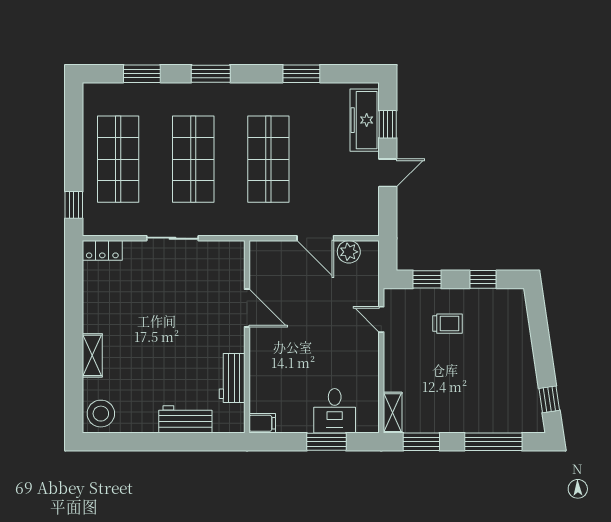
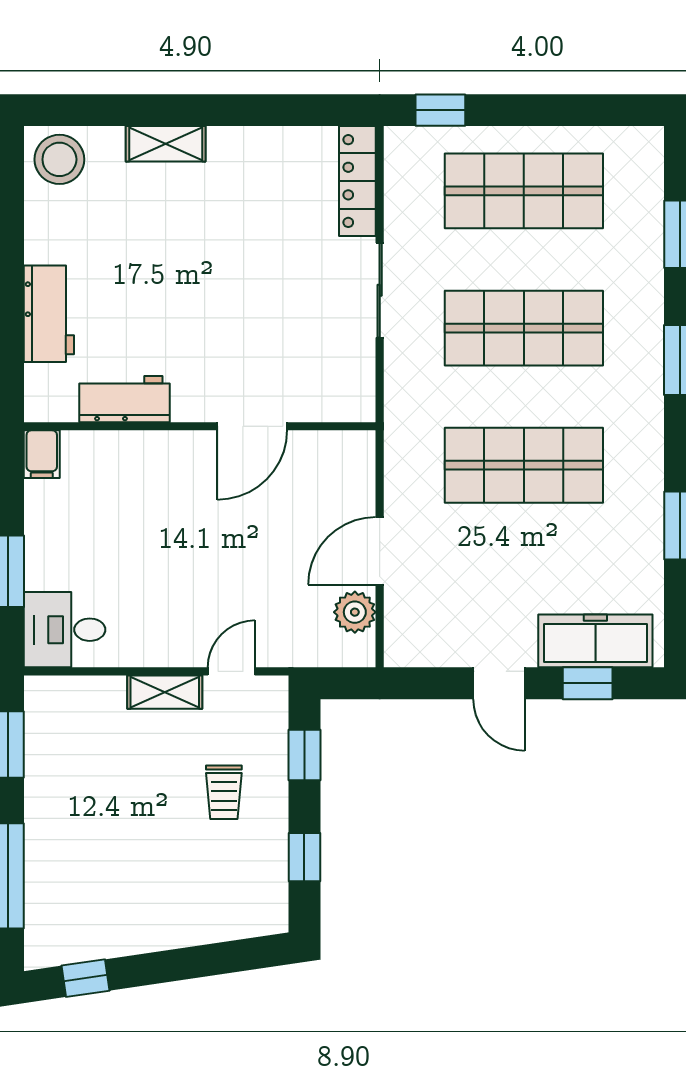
locker: (102, 250) -> (357, 181), width x1.53
desk: (335, 411) -> (65, 630), moved
shelving: (393, 413) -> (165, 692), moved

